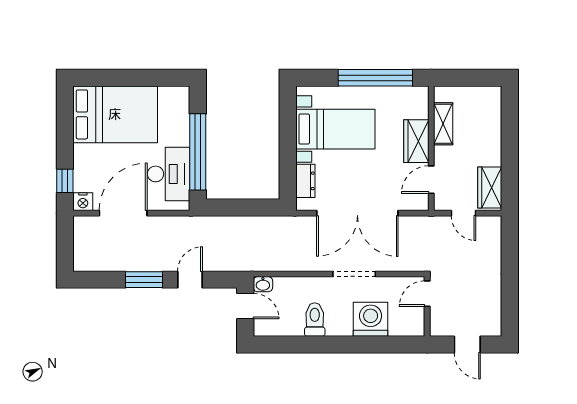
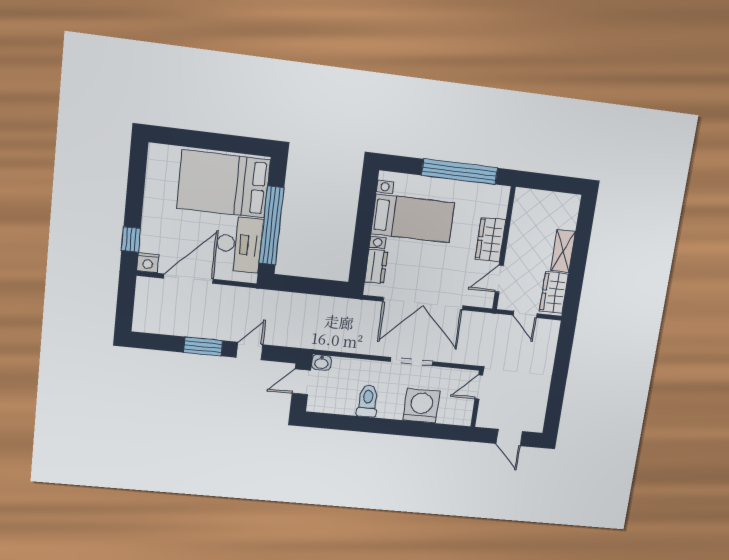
bed: (115, 114) -> (224, 184), moved, turned 180
shelving: (443, 124) -> (563, 251), moved
door: (245, 306) -> (301, 382), swing flipped

